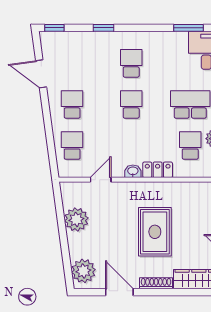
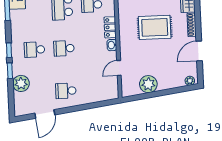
window: (54, 28) -> (9, 50), moved
plant: (85, 43) -> (21, 83), added
school desk: (72, 145) -> (95, 90), removed
door: (101, 180) -> (119, 68), hinge flipped
plant: (83, 271) -> (190, 81), width x0.53, depth x0.53

